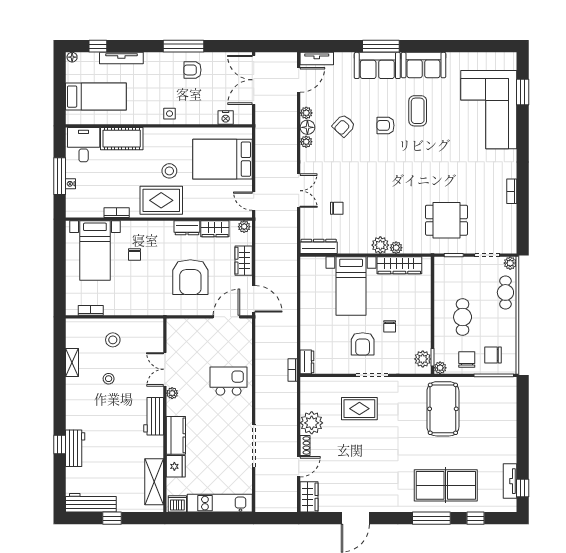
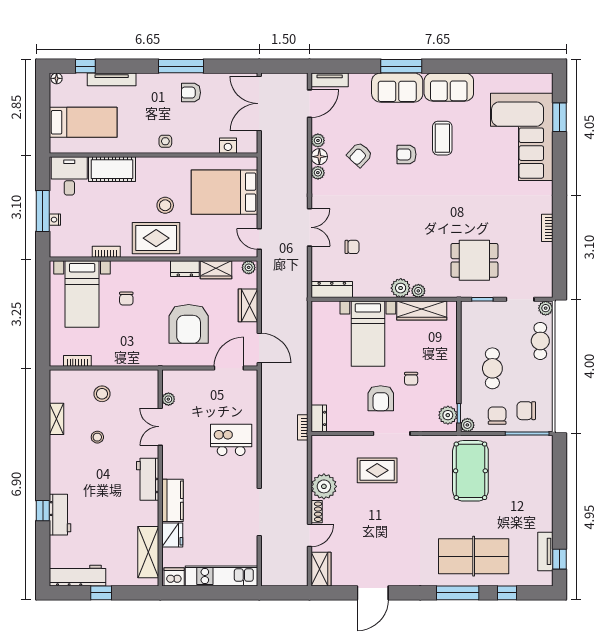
plant: (172, 393) -> (168, 399), moved

